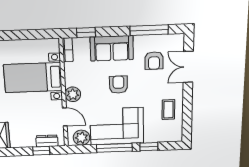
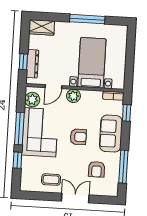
armchair: (154, 61) -> (97, 169), turned -90
double door: (188, 67) -> (75, 198), moved
dresser: (47, 141) -> (32, 64), width x1.44

